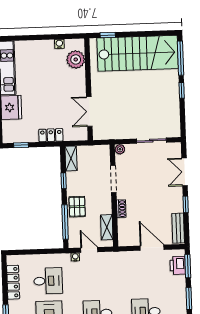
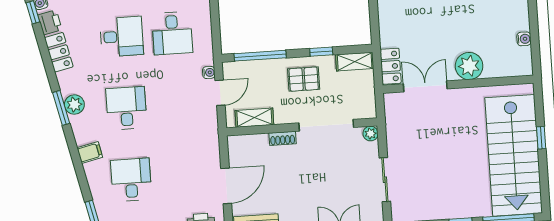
window: (108, 35) -> (541, 138), moved
plant: (76, 59) -> (469, 66), moved
locker: (51, 135) -> (391, 66), moved
doorway: (113, 179) -> (326, 125), width x1.36
pallet: (77, 207) -> (304, 79), moved

